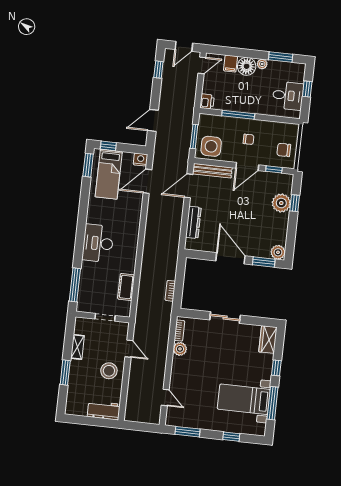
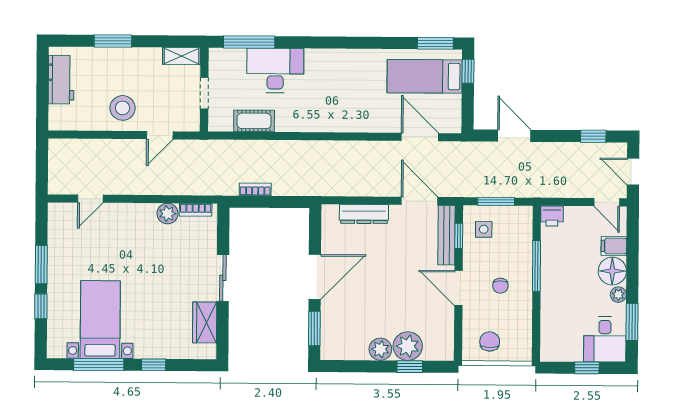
desk: (288, 96) -> (605, 339), moved
side table: (211, 146) -> (484, 229), width x0.54, depth x0.54
nightstand: (141, 160) -> (452, 123), removed
window: (274, 169) -> (459, 236), moved
desk: (98, 243) -> (275, 70), moved
plant: (278, 252) -> (380, 349), moved
wardrobe: (268, 340) -> (205, 322), moved, turned -90
shelving: (77, 347) -> (182, 56), moved
workbench: (104, 410) -> (61, 80), moved
window: (187, 432) -> (41, 265), moved

